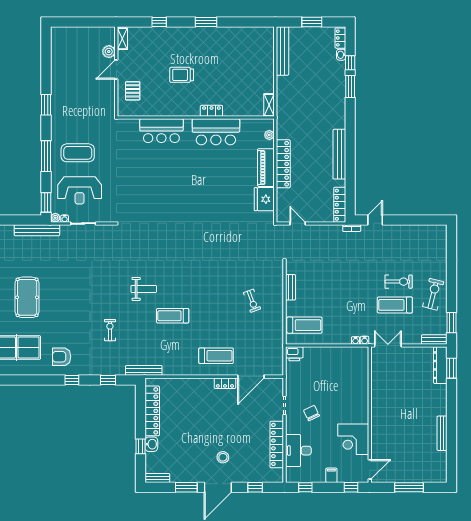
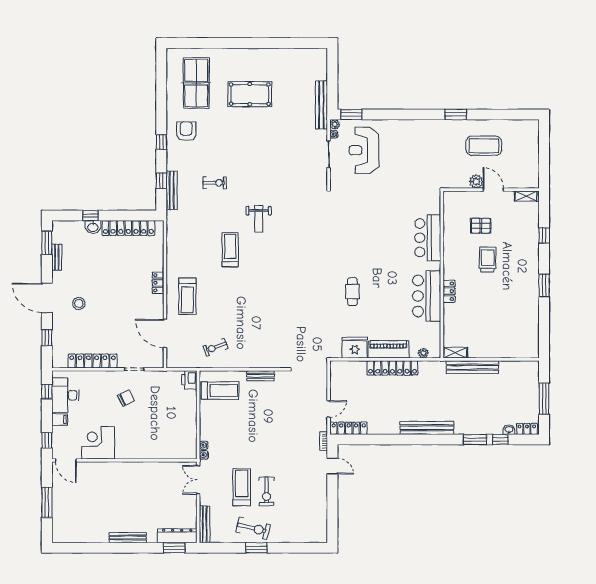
window: (312, 22) -> (544, 399), width x1.44
bench: (283, 51) -> (472, 367), moved
plant: (109, 52) -> (476, 182), moved
pallet: (133, 91) -> (481, 226), moved
coffee table: (78, 153) -> (484, 146), moved, turned 90
bench: (339, 154) -> (427, 428), moved
window: (46, 156) -> (401, 115), removed
cafe table: (212, 201) -> (352, 292), added
door: (298, 223) -> (329, 409), moved
exercise bike: (252, 301) -> (216, 347), moved
window: (451, 323) -> (256, 548), moved
treadmill: (304, 325) -> (220, 391), turned -90
bench: (434, 340) -> (205, 524), width x1.36
double door: (388, 346) -> (198, 480), swing flipped
bench: (144, 370) -> (172, 190), moved
locker: (225, 383) -> (158, 283), moved
bench: (442, 433) -> (128, 538), moved
desk: (298, 451) -> (65, 395), moved, turned -90
bench: (157, 478) -> (57, 257), moved
window: (186, 487) -> (47, 243), moved

